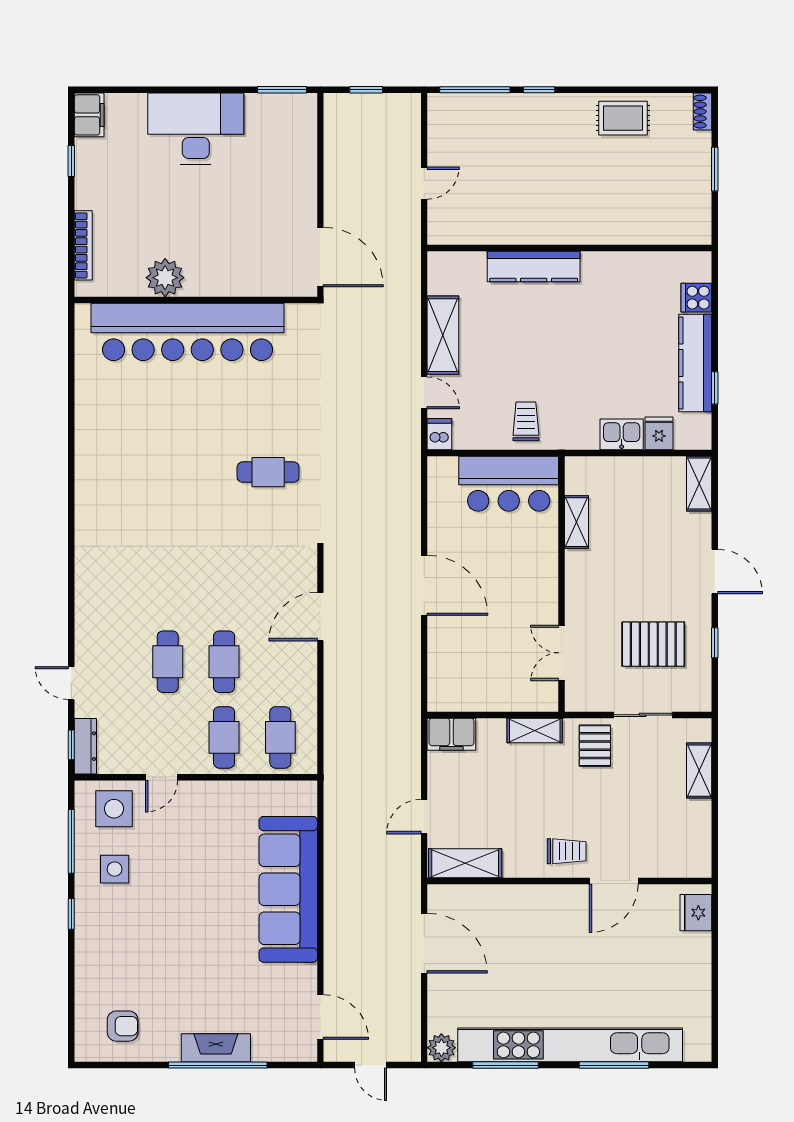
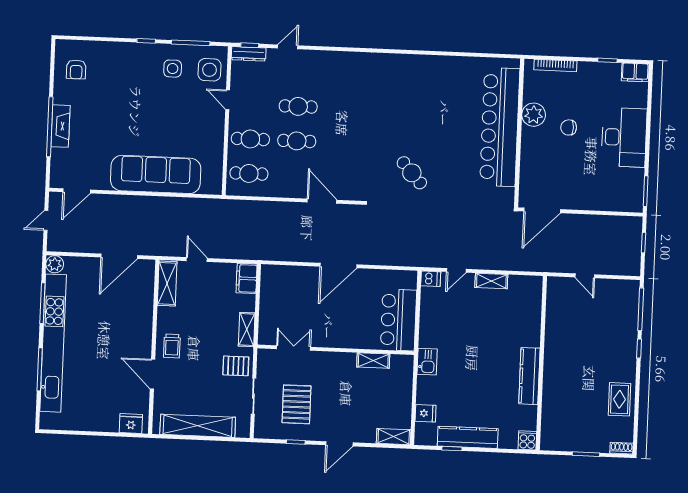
chair: (184, 220) -> (569, 127), added
kitchen counter: (534, 267) -> (529, 376), moved
cooker: (696, 298) -> (527, 440), moved
shelving: (443, 335) -> (491, 281), width x0.67, depth x0.75
trolley: (526, 421) -> (436, 332), removed
kitchen sink: (622, 434) -> (427, 362), moved
cafe table: (268, 472) -> (412, 173), turned -42
shelving: (699, 771) -> (198, 426), width x2.20, depth x1.33

